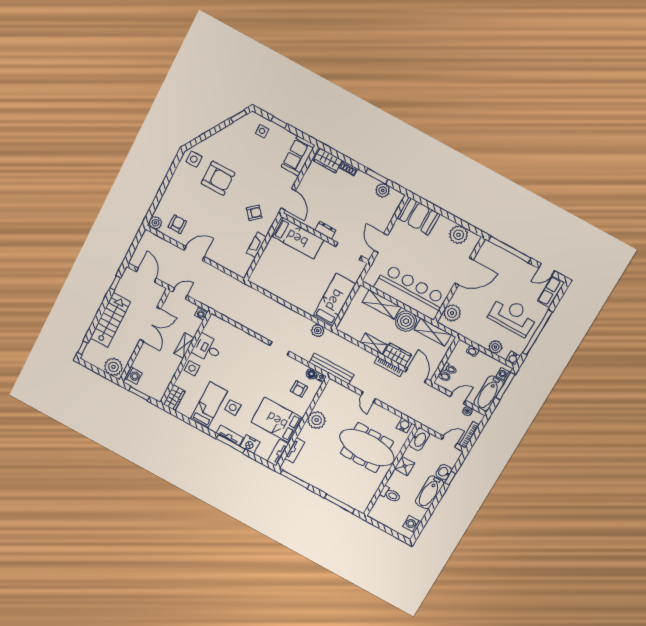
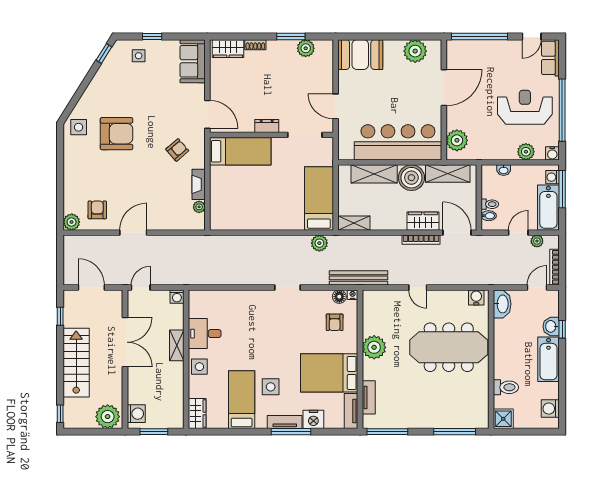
plant: (249, 261) -> (199, 207), added
shelving: (374, 344) -> (354, 223), moved
shower: (405, 466) -> (503, 419), moved

